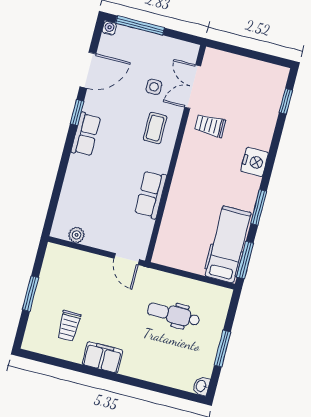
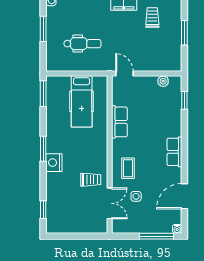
window: (77, 112) -> (184, 100), moved
window: (259, 207) -> (43, 149), moved
hospital bed: (228, 244) -> (82, 101), moved

